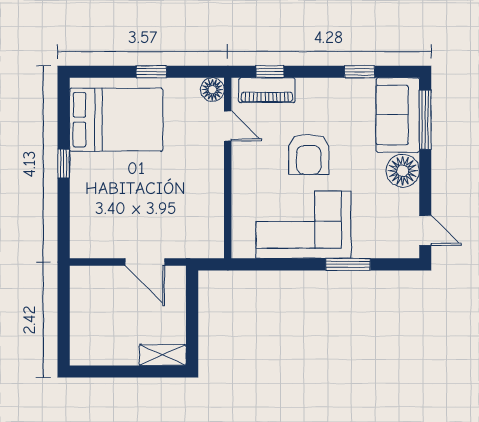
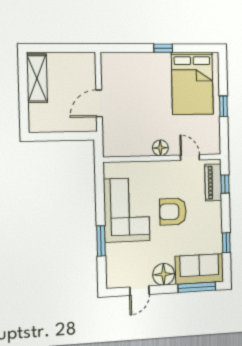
floor lamp: (212, 90) -> (160, 148), moved
door: (228, 126) -> (190, 157), swing flipped
door: (425, 230) -> (139, 291), moved
shelving: (163, 355) -> (37, 78), moved, width x1.50, depth x1.33

